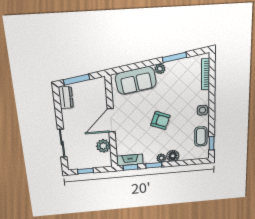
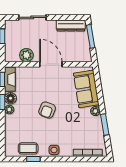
dresser: (66, 97) -> (71, 25), width x1.44
window: (212, 143) -> (33, 159), moved
floor lamp: (173, 156) -> (11, 98), moved

